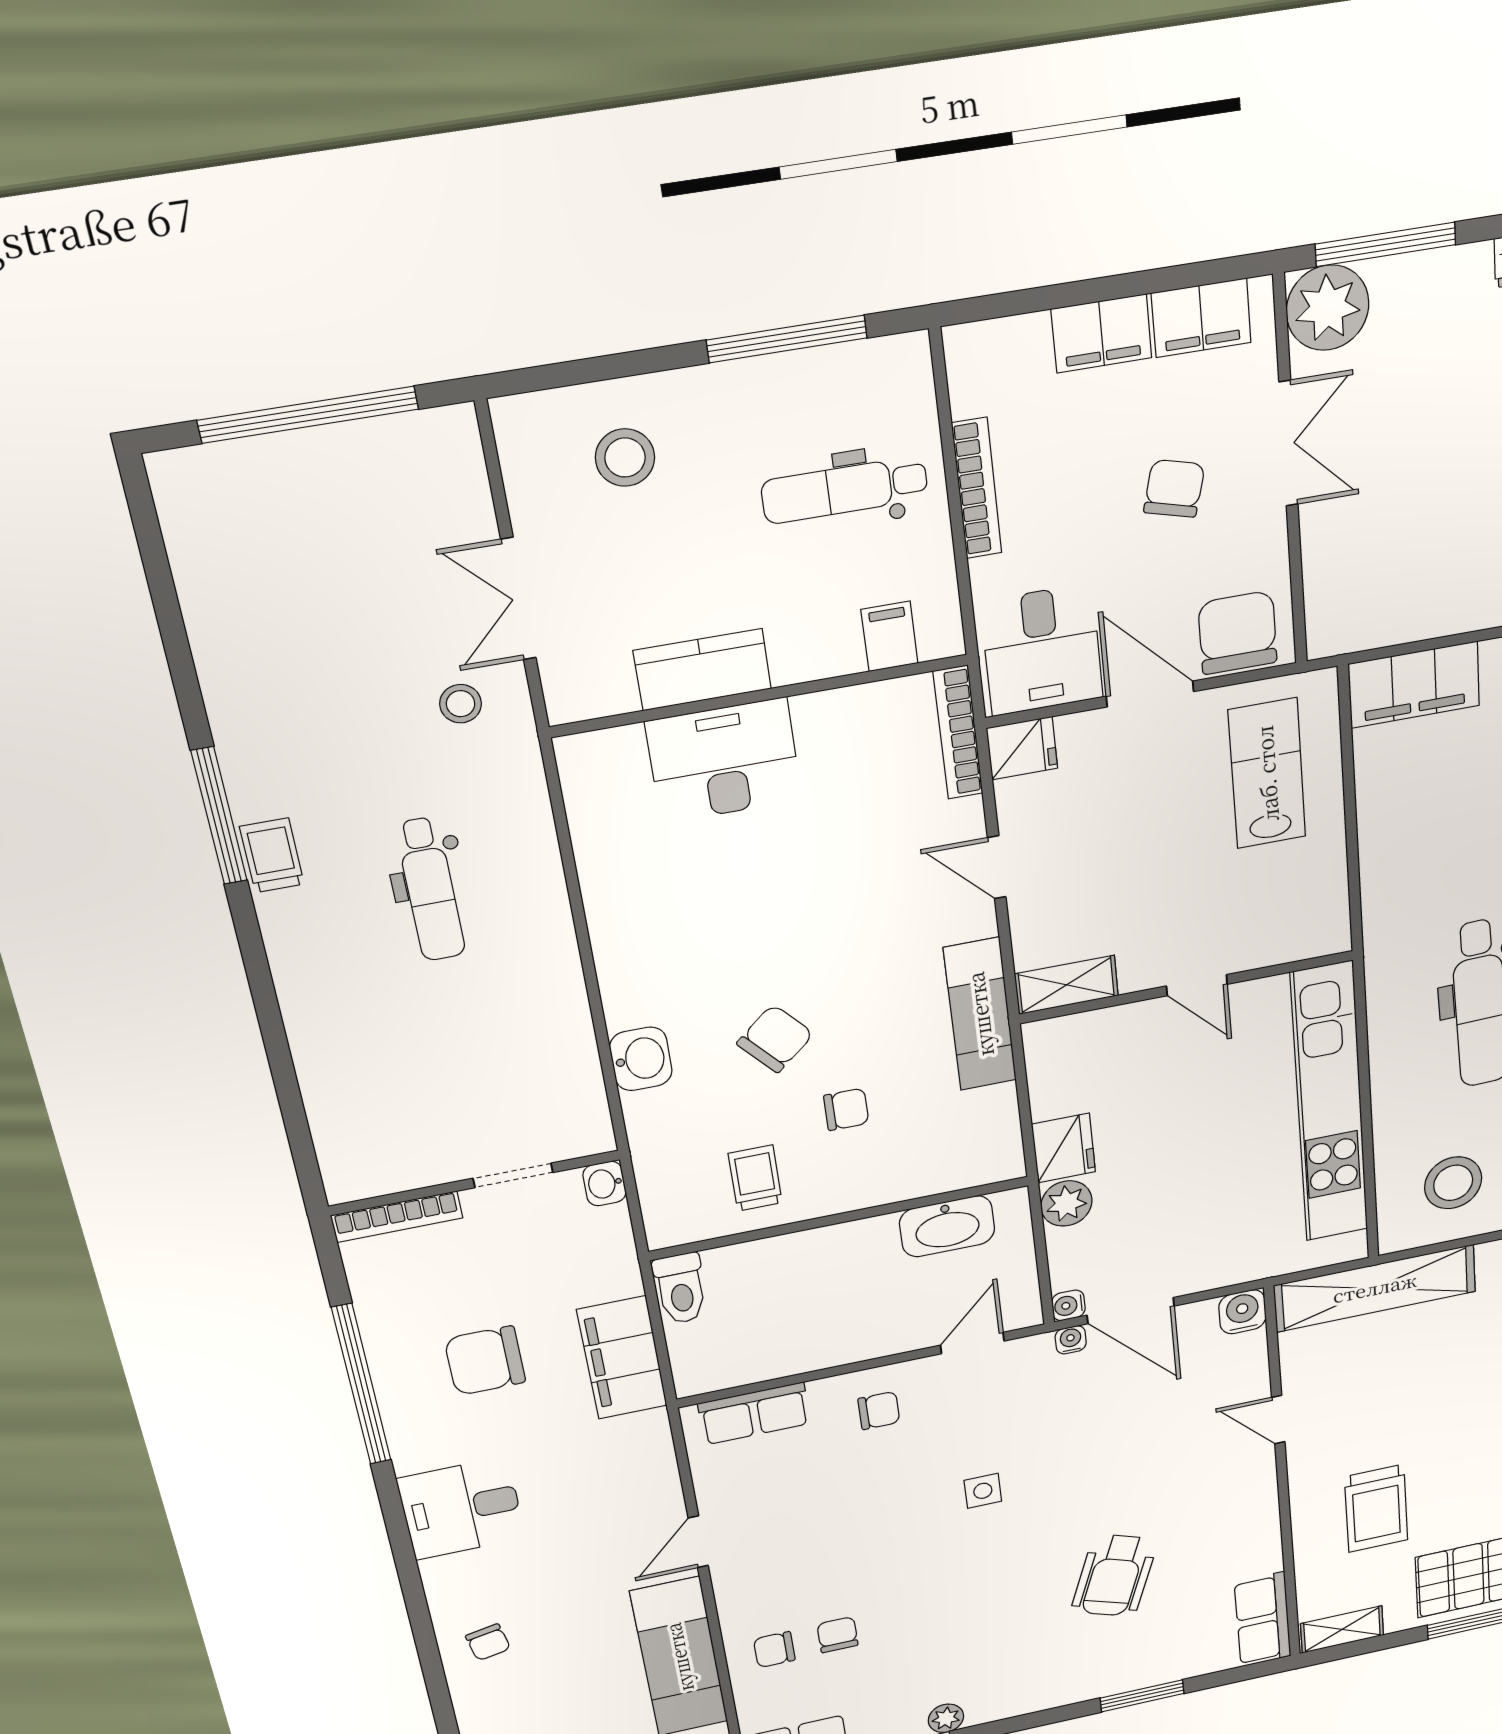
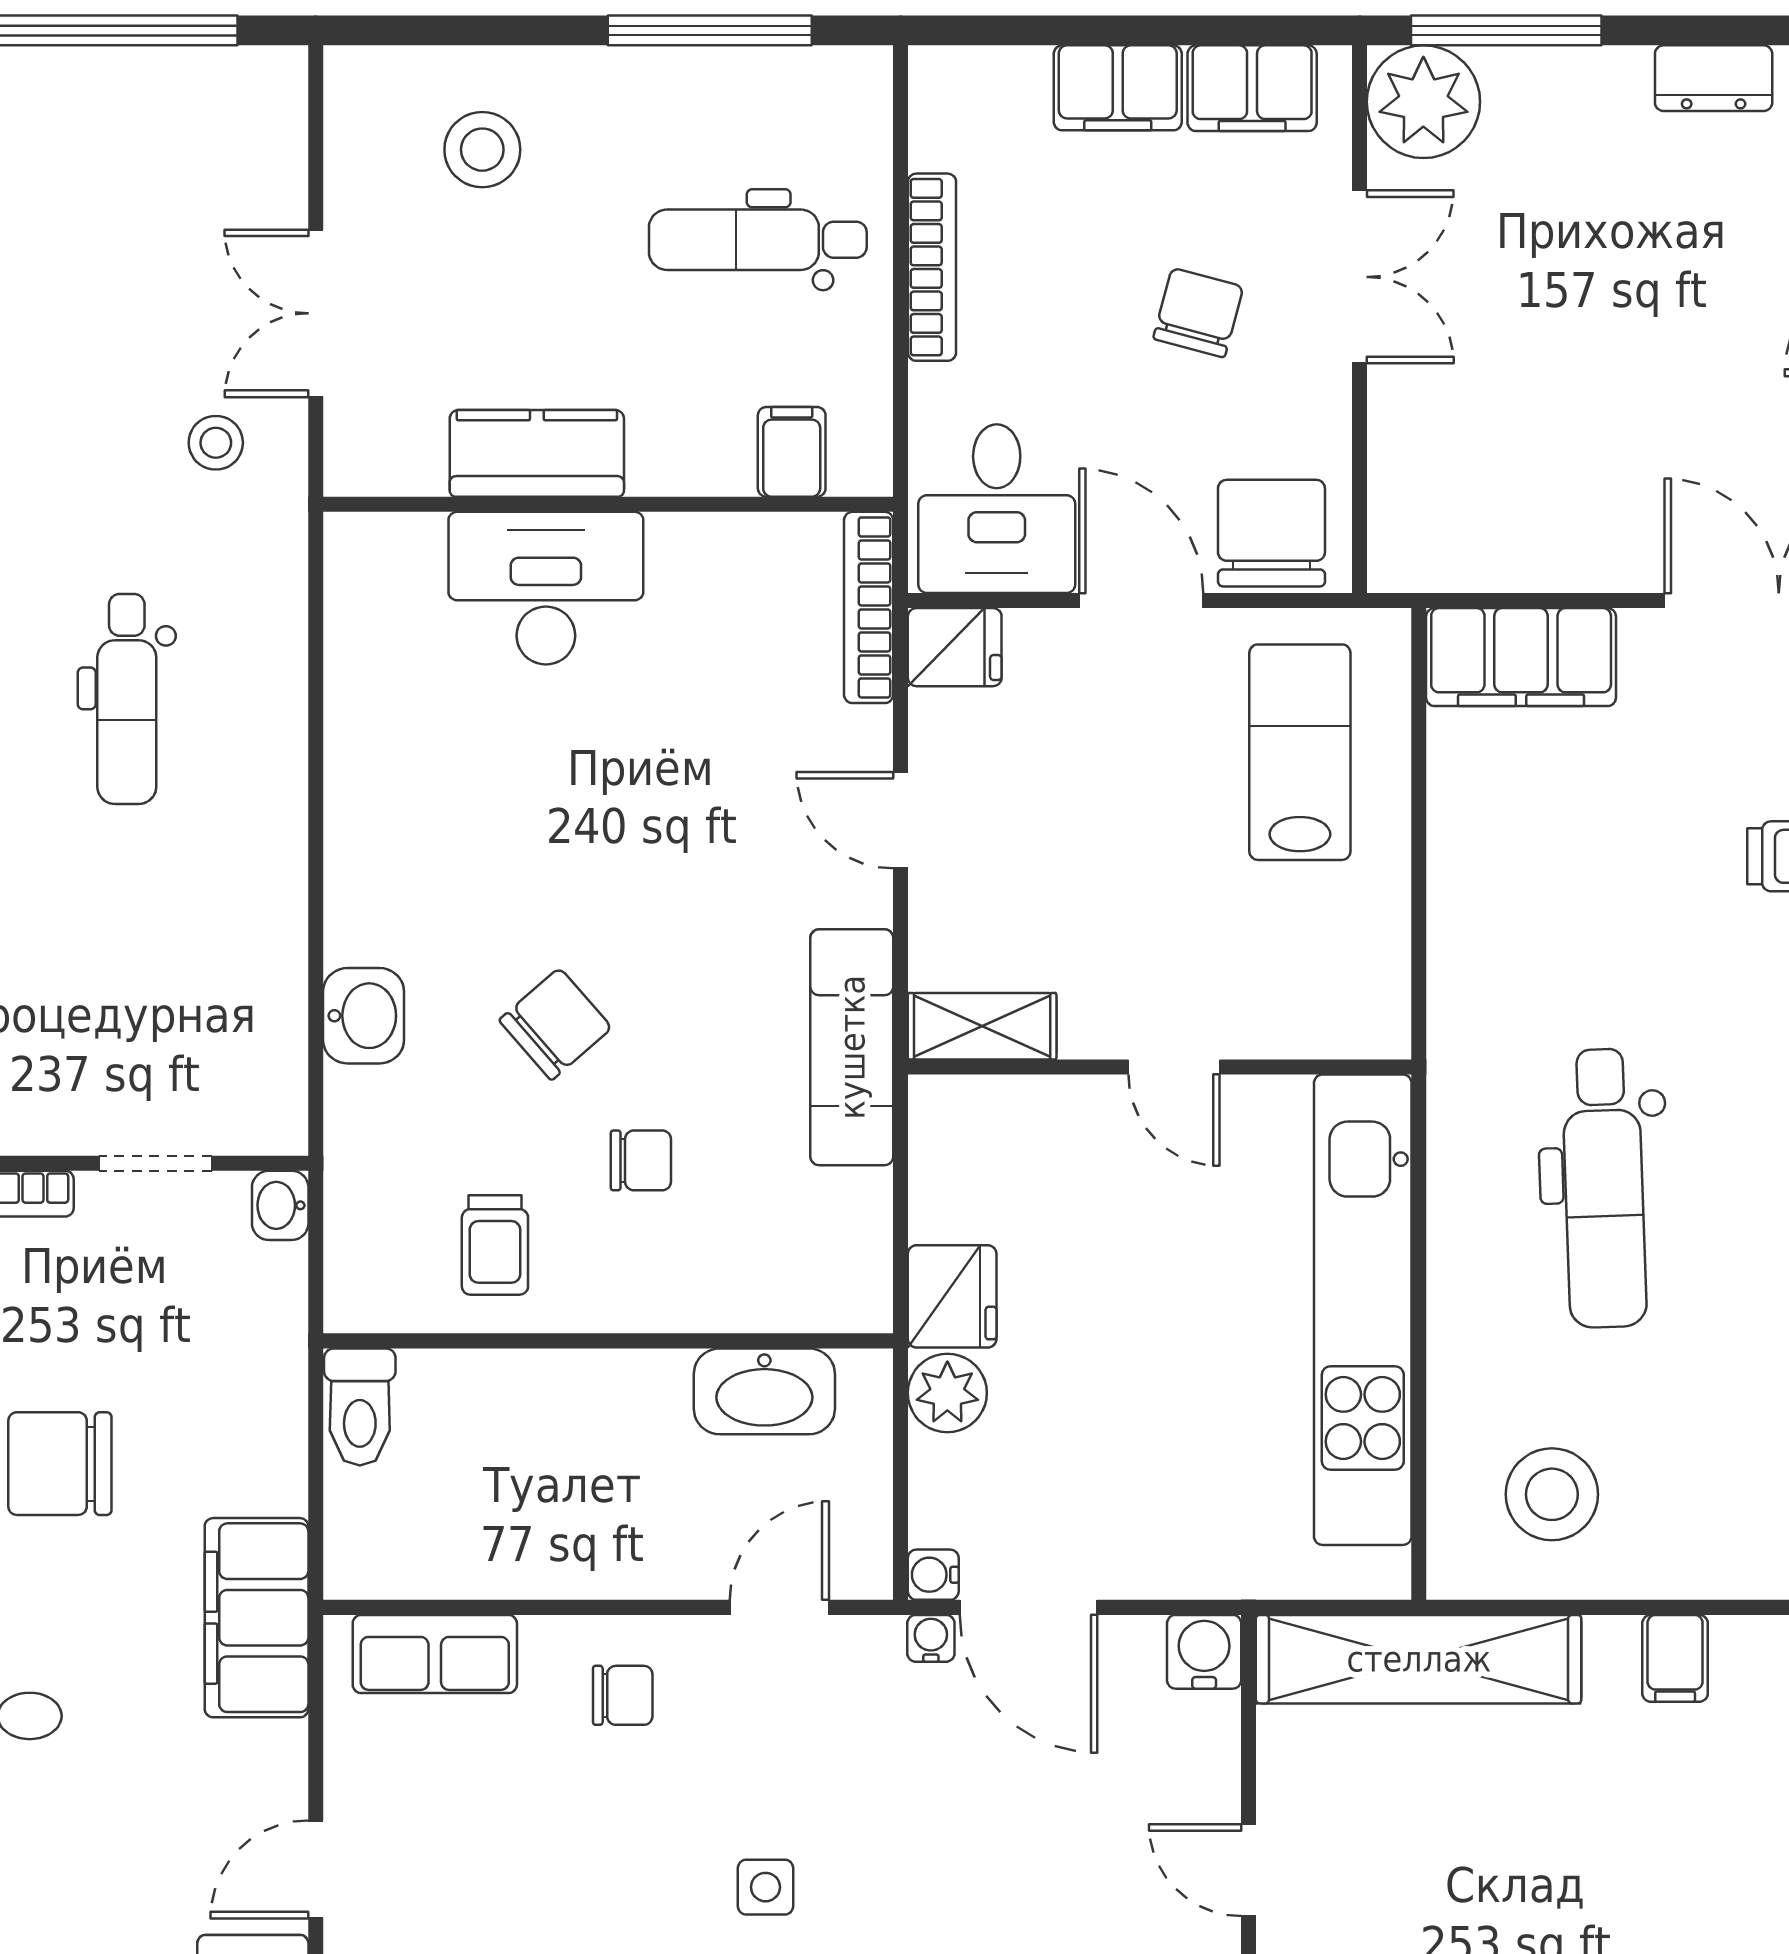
trolley: (755, 1178) -> (495, 1245), turned 180
filing cabinet: (622, 1358) -> (257, 1618), moved

